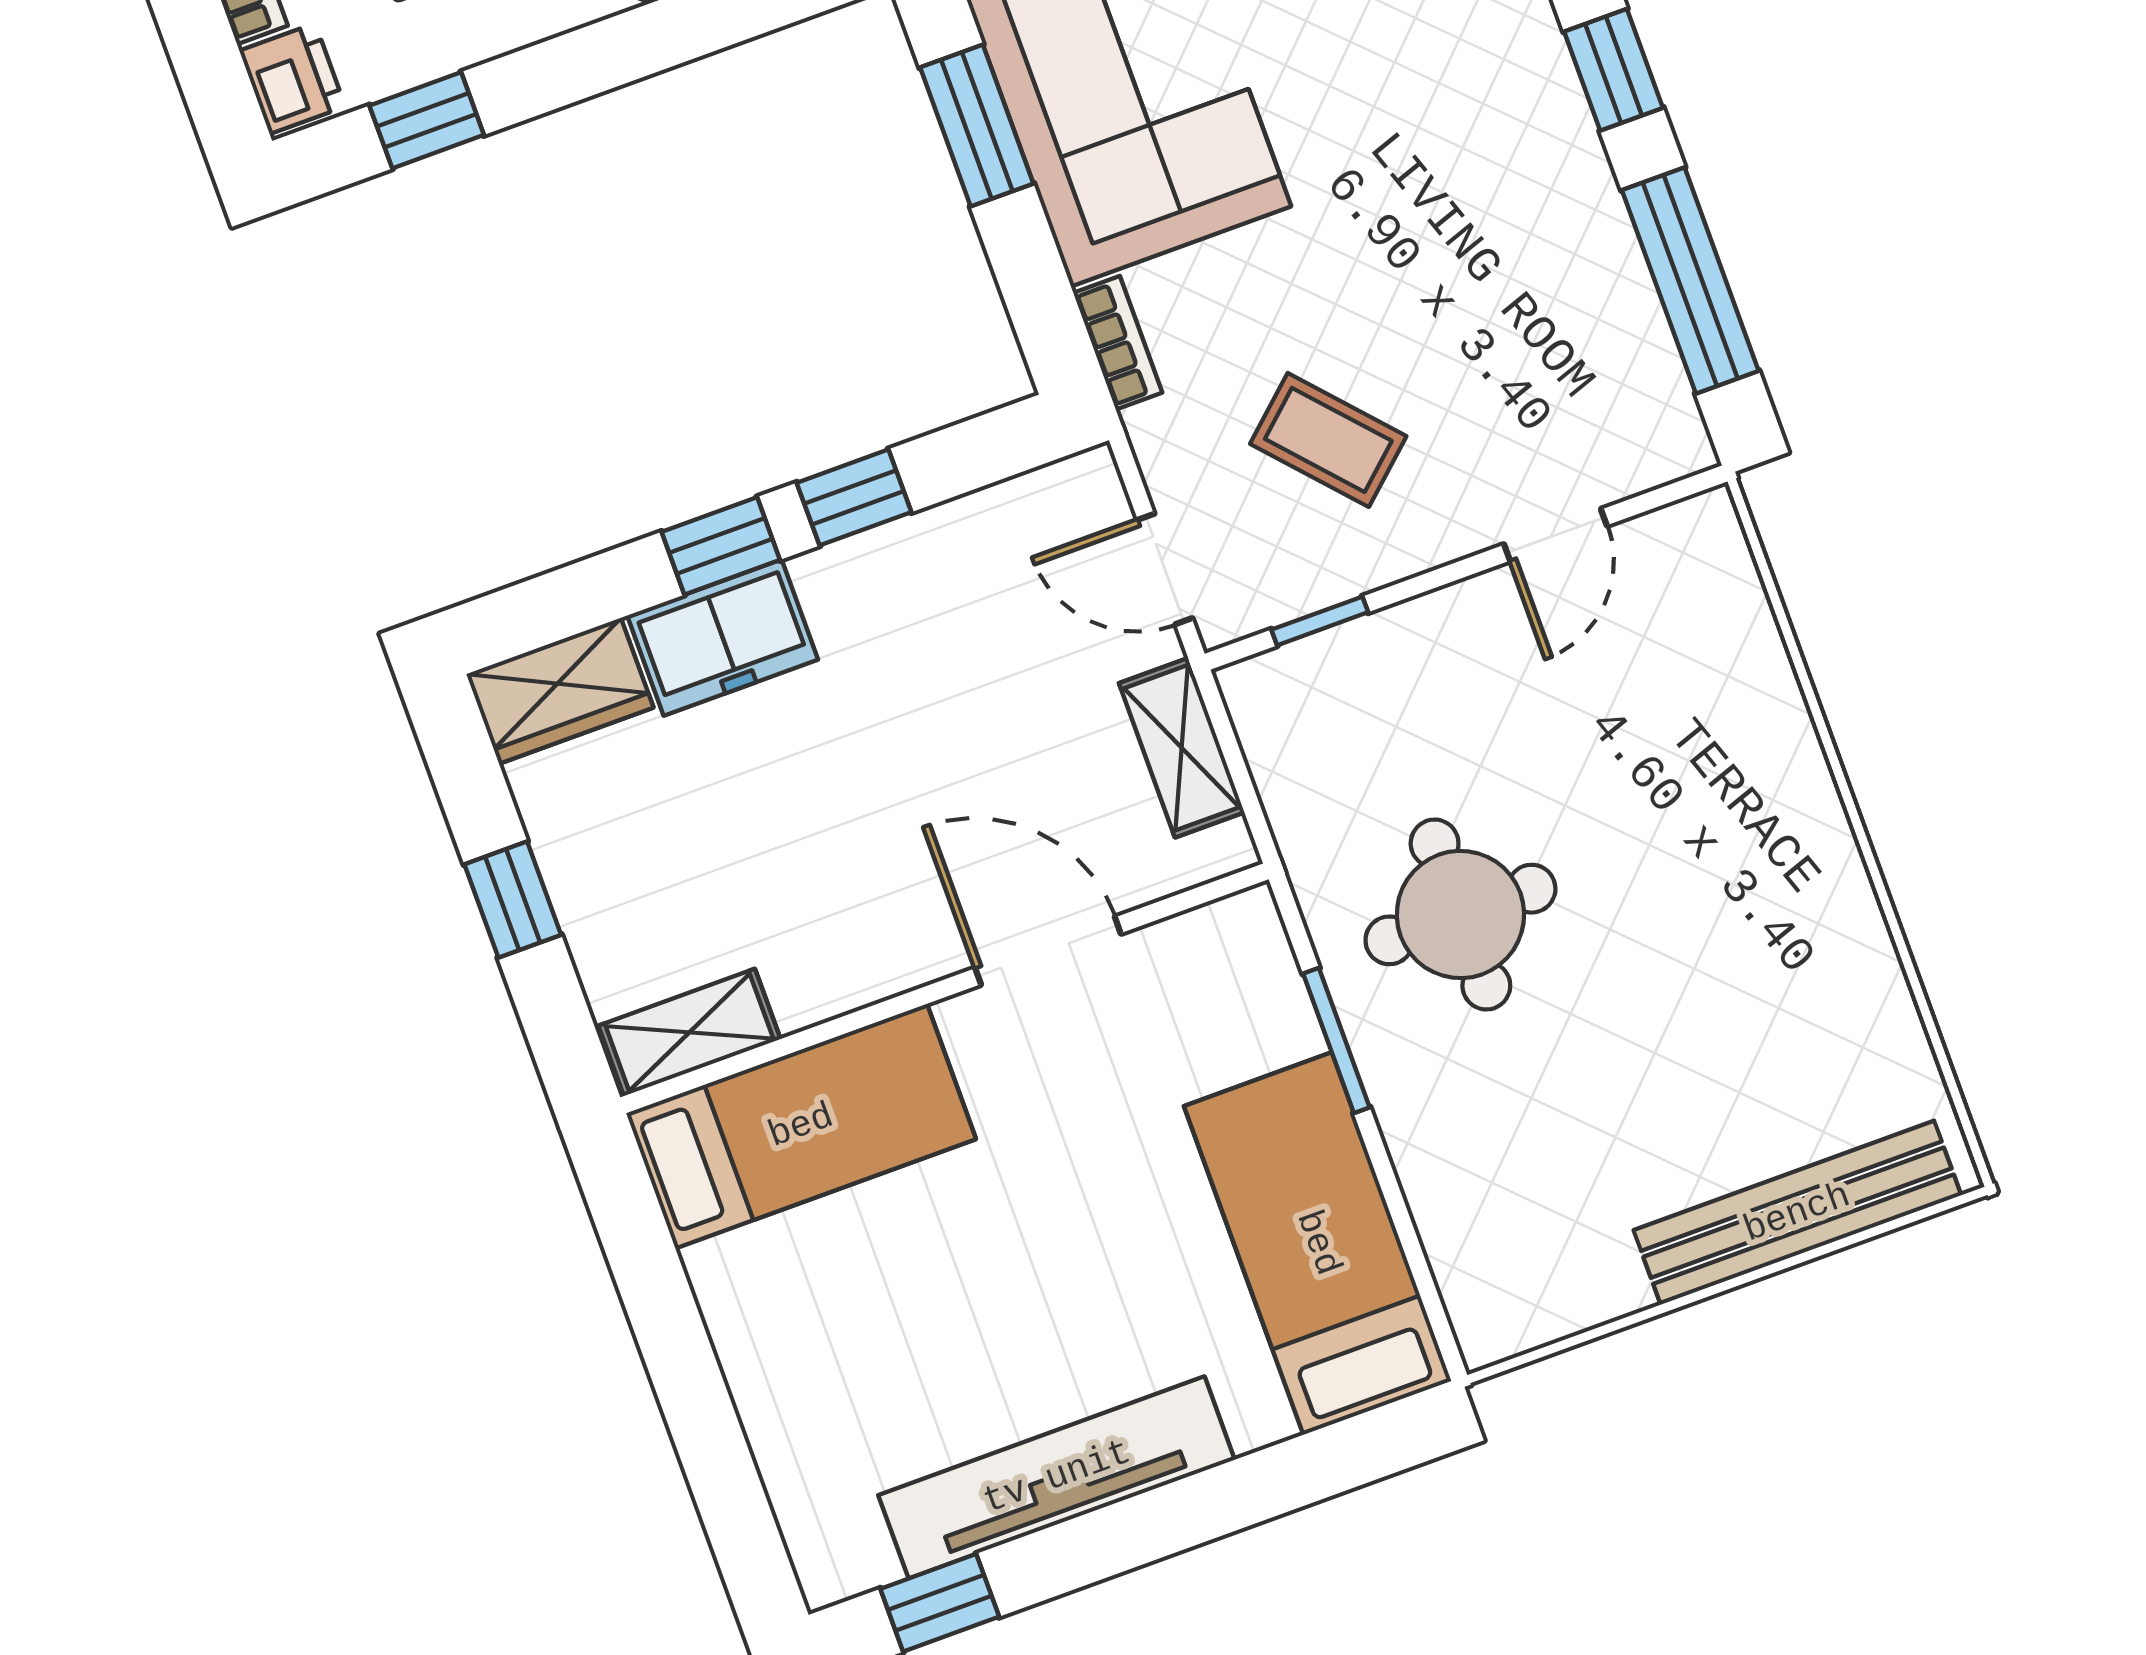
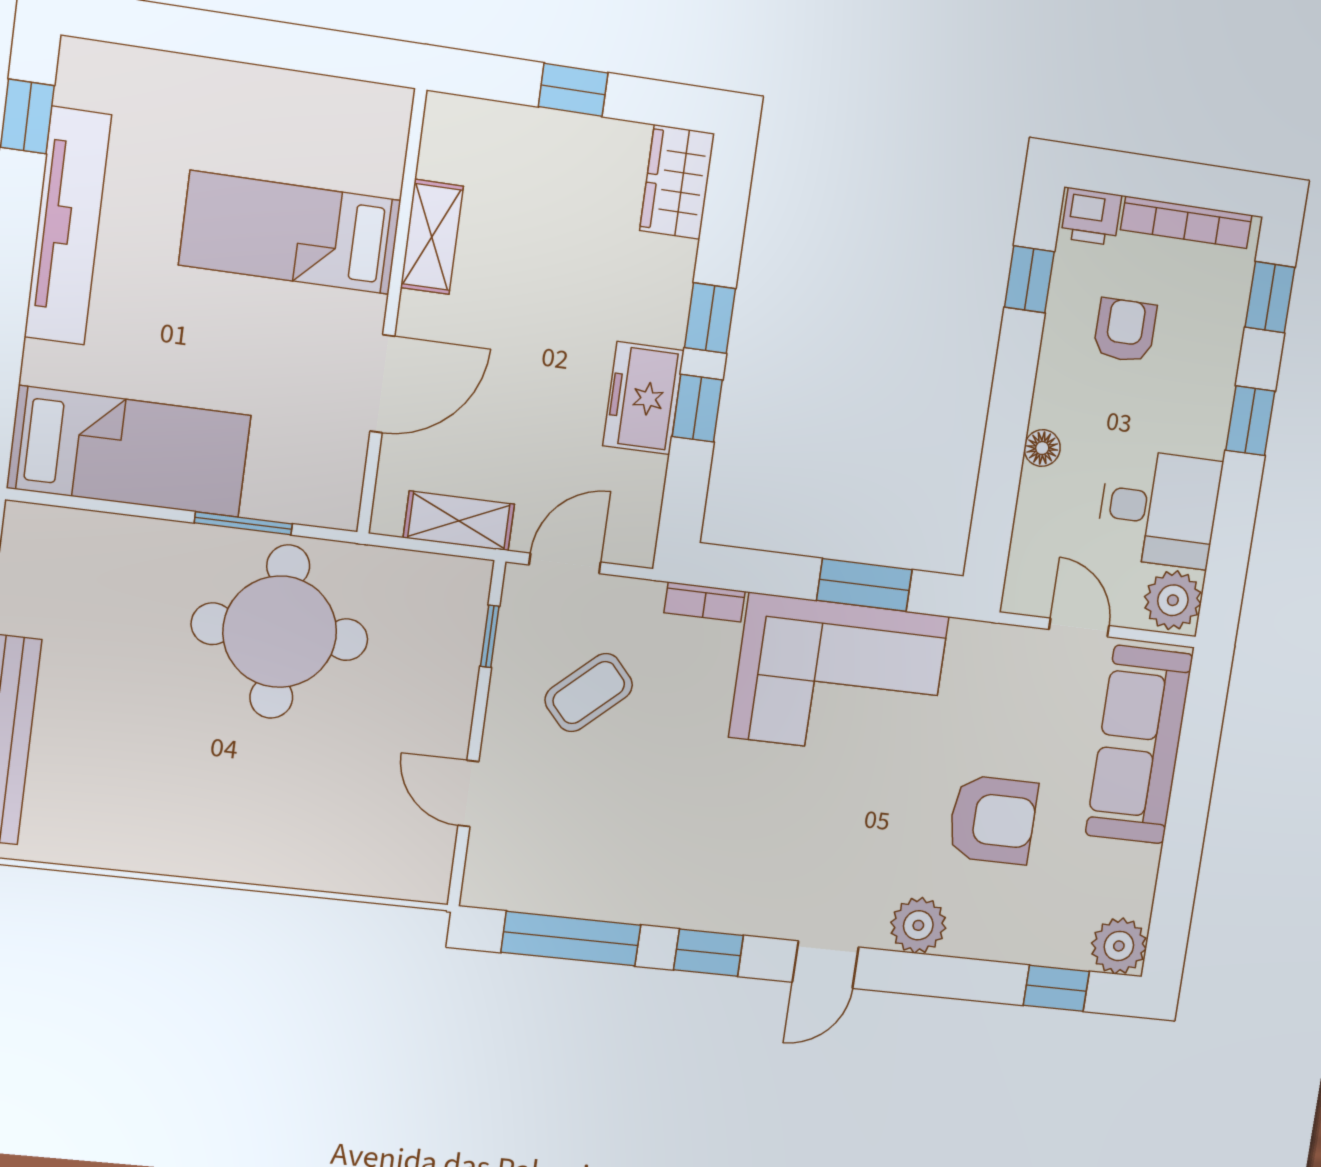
freezer: (723, 638) -> (643, 398), moved
round table: (1460, 915) -> (280, 632), width x1.36, depth x1.36
shelving: (689, 1032) -> (432, 237), moved
bed: (801, 1126) -> (290, 233), moved, turned 90

